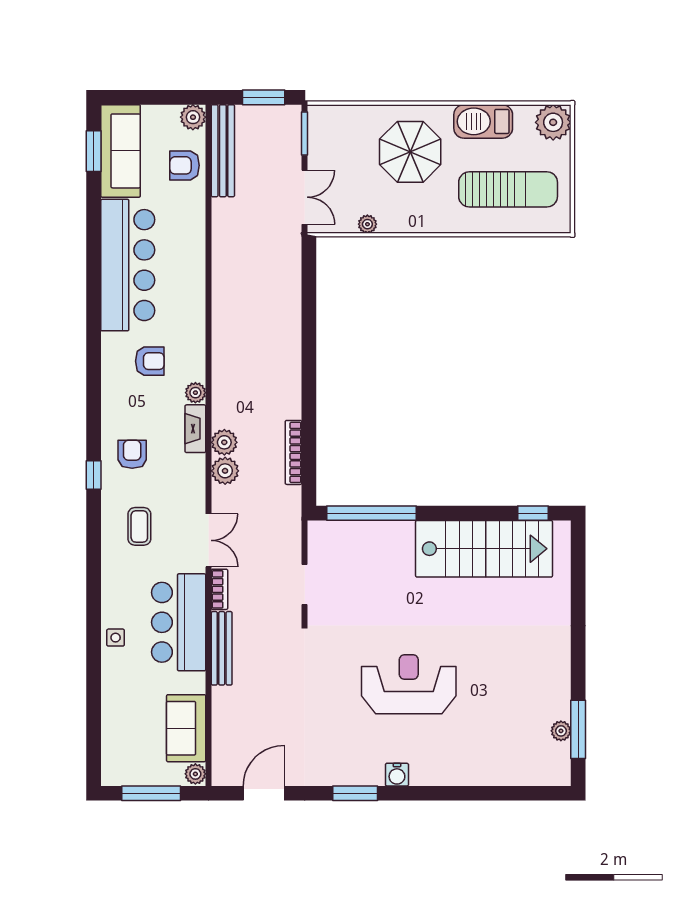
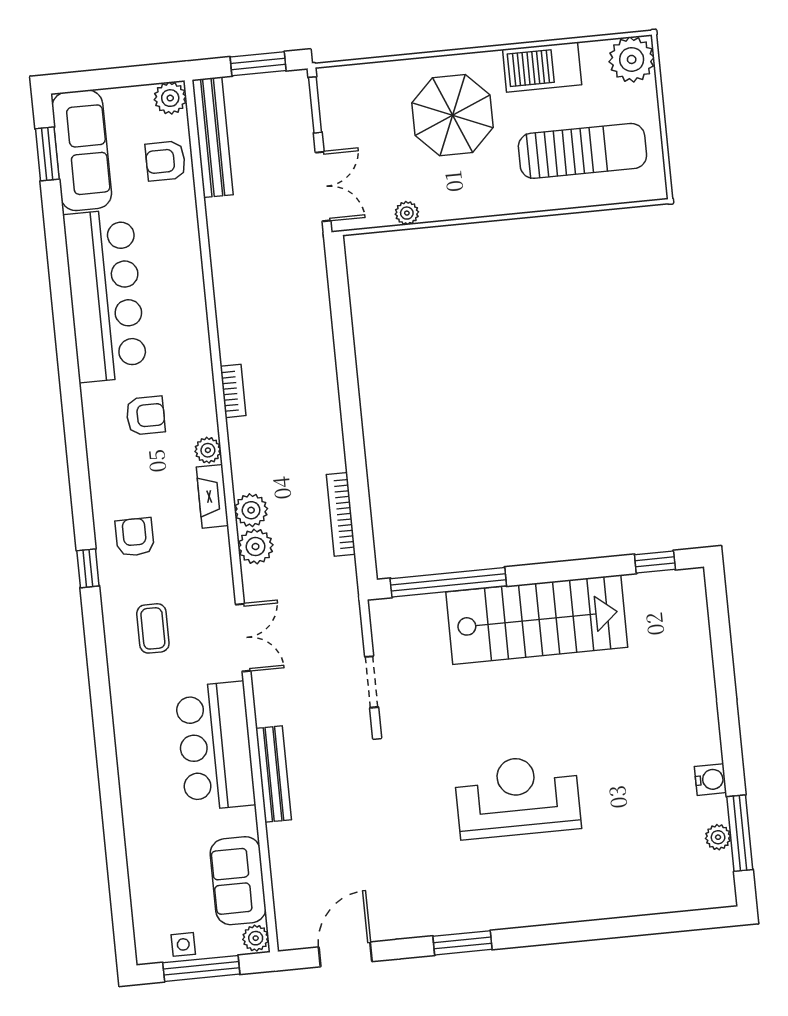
stairs: (484, 549) -> (537, 620), moved
bookcase: (219, 589) -> (233, 391), moved
side table: (116, 638) -> (183, 944), moved
water cooler: (397, 775) -> (710, 780), moved, turned -90

